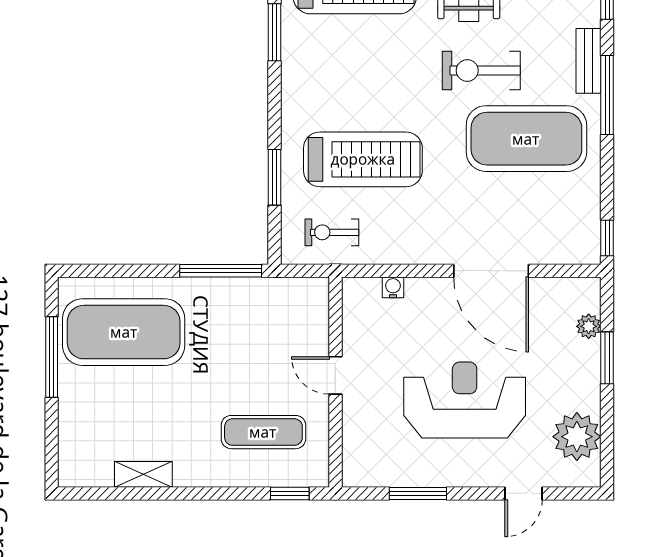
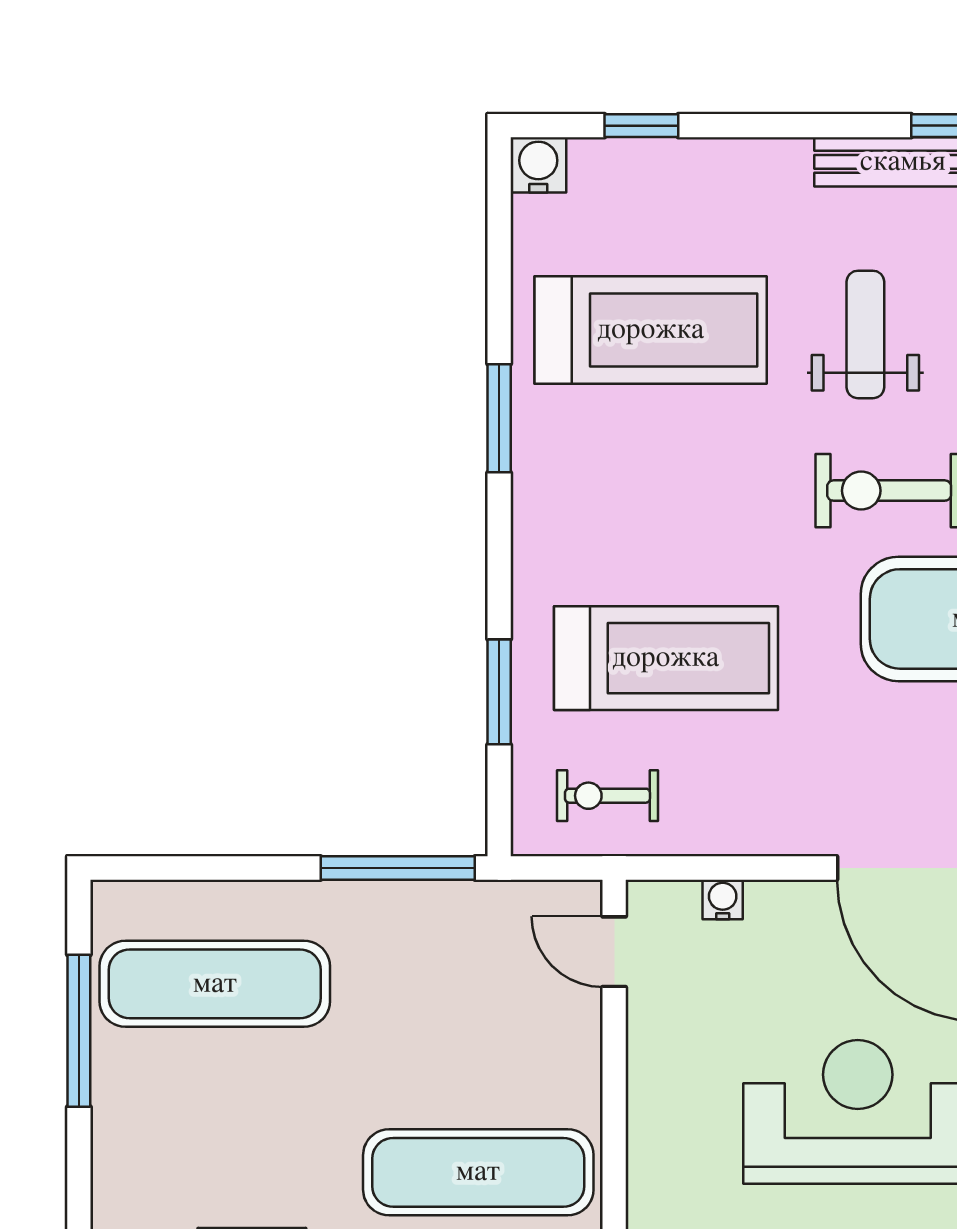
exercise mat: (124, 332) -> (215, 984), width x0.68
door: (335, 375) -> (614, 952), moved
exercise mat: (263, 432) -> (478, 1172), width x1.36, depth x1.45

